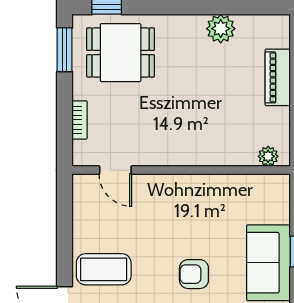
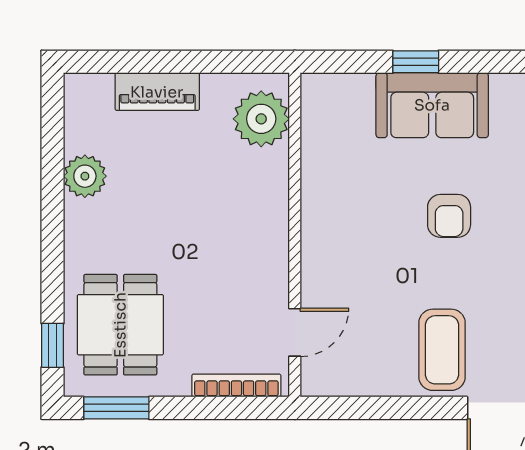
bookcase: (80, 120) -> (236, 386), width x1.56
plant: (268, 156) -> (261, 119), width x1.88, depth x1.88

